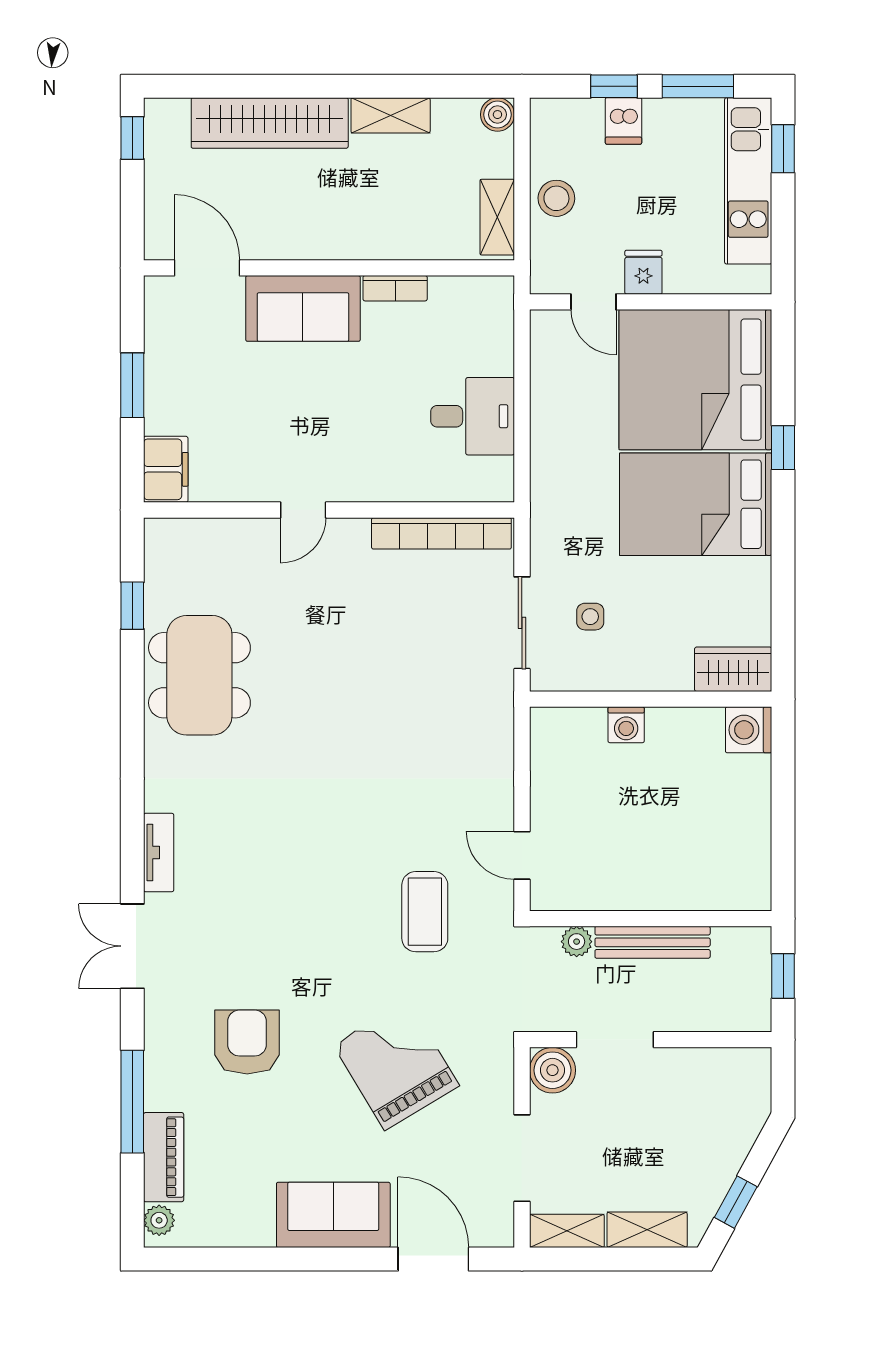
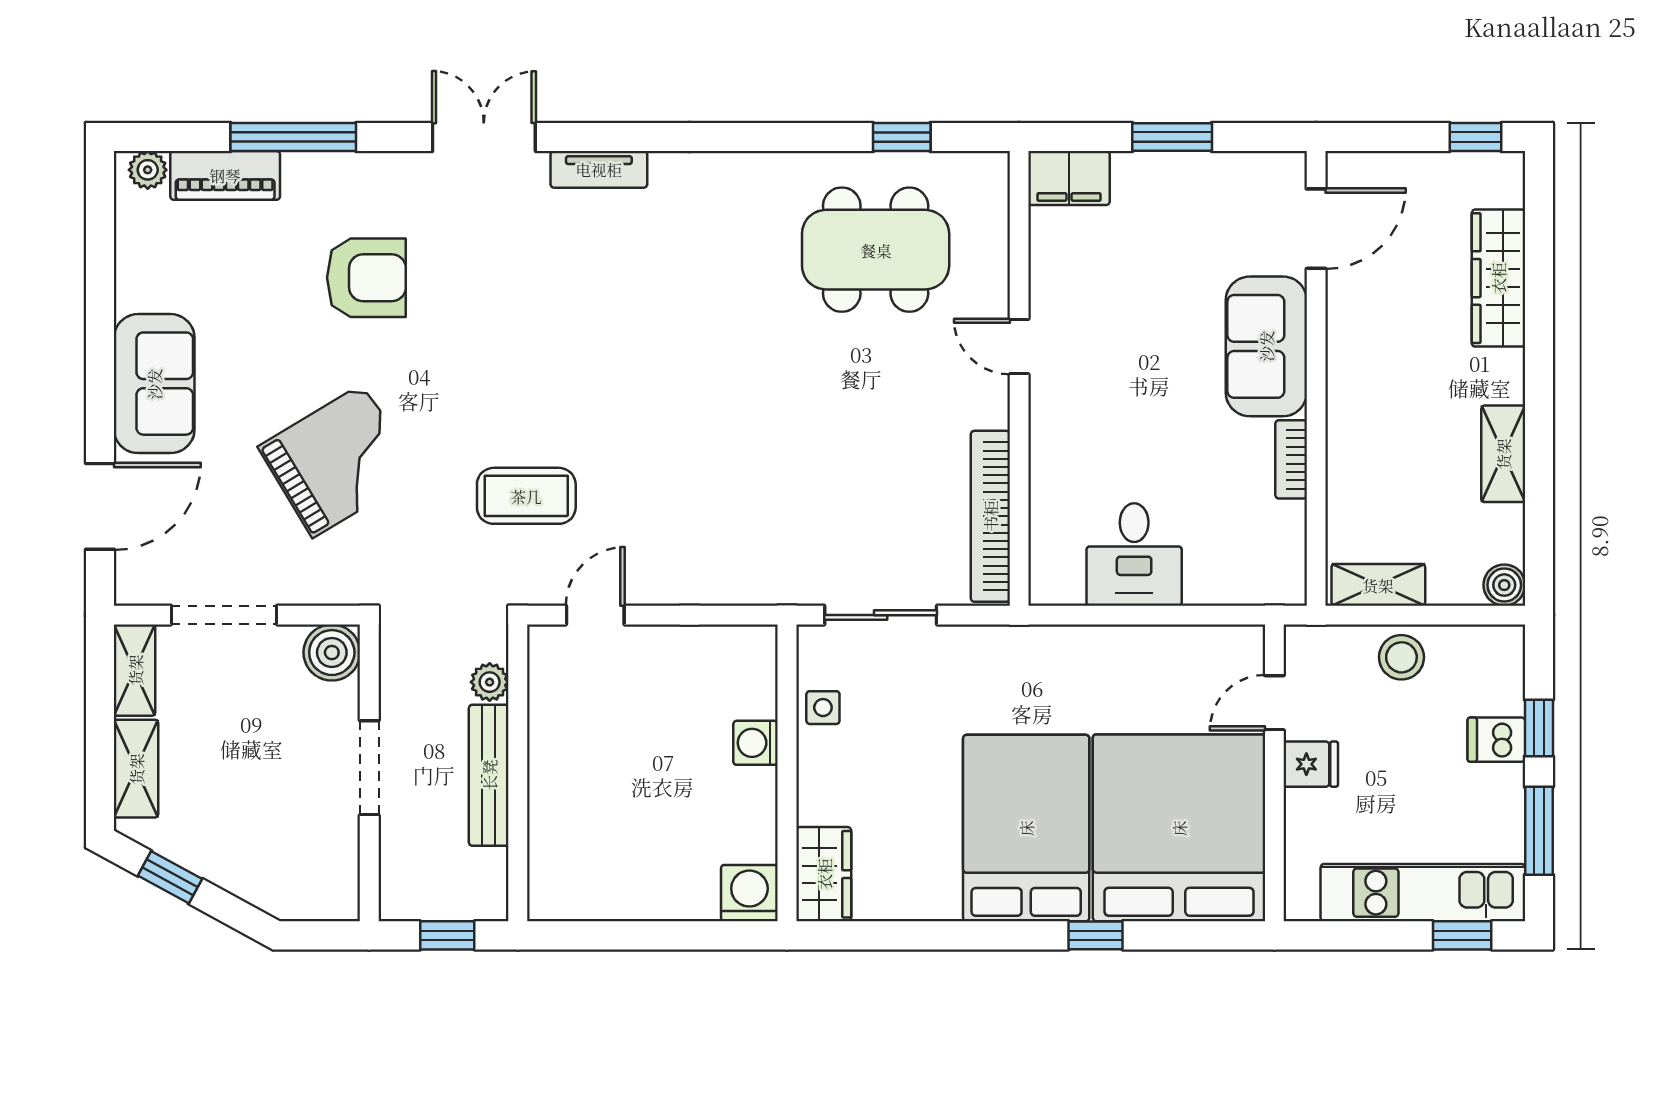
wardrobe: (270, 123) -> (1498, 278), width x0.71, depth x0.85
side table: (590, 617) -> (823, 708), moved
dining table: (199, 675) -> (876, 250), moved
doorway: (615, 1040) -> (369, 768), moved

